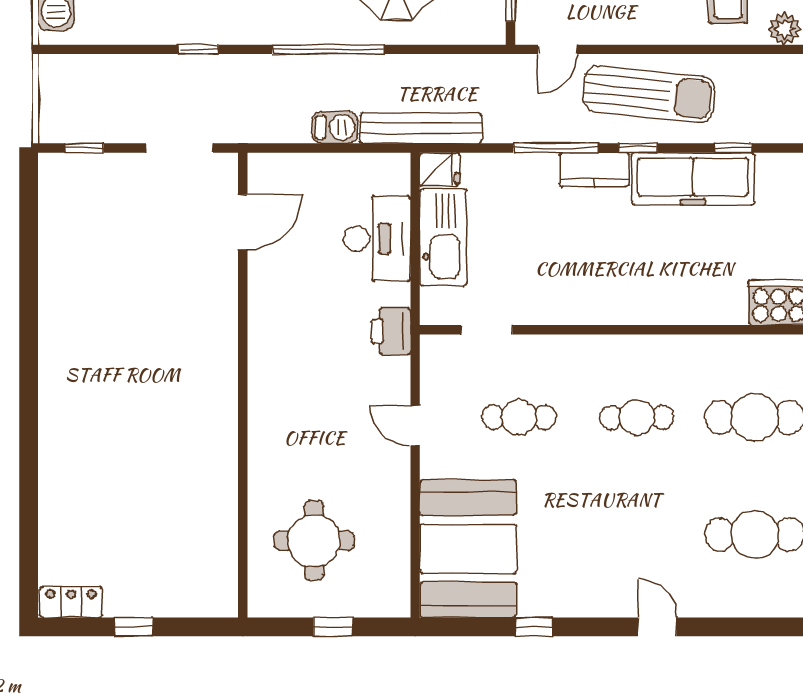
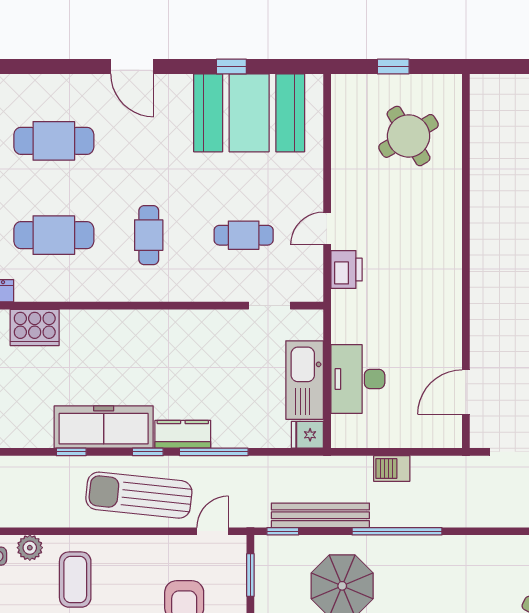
window: (198, 49) -> (283, 531), moved
bench: (421, 128) -> (320, 515), moved
printer: (391, 331) -> (347, 270), moved
cafe table: (637, 417) -> (149, 235), turned 90
door: (415, 426) -> (327, 228), swing flipped
round table: (314, 541) -> (409, 136), turned -31
booth: (468, 549) -> (249, 113), moved, turned 90
door: (657, 627) -> (132, 67), width x1.38

